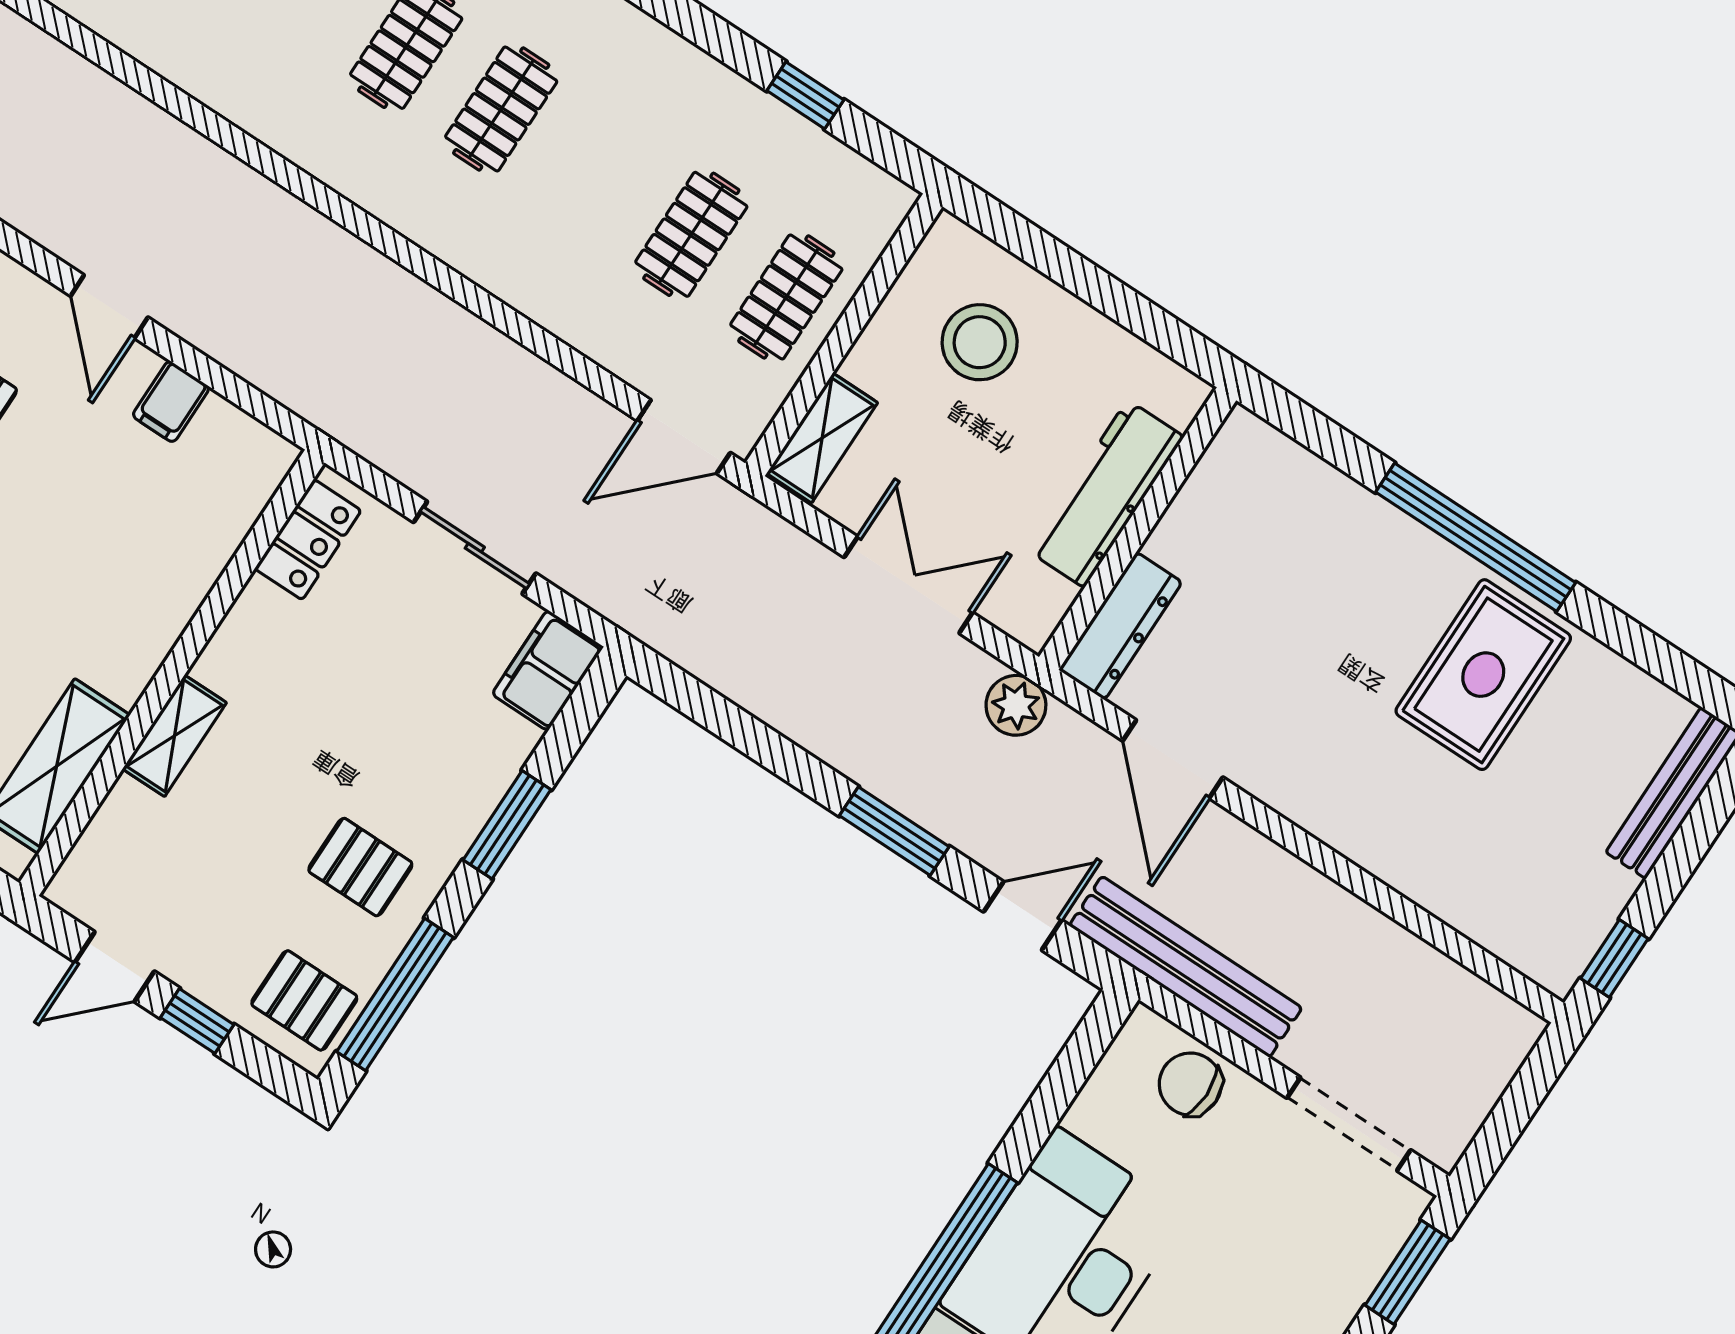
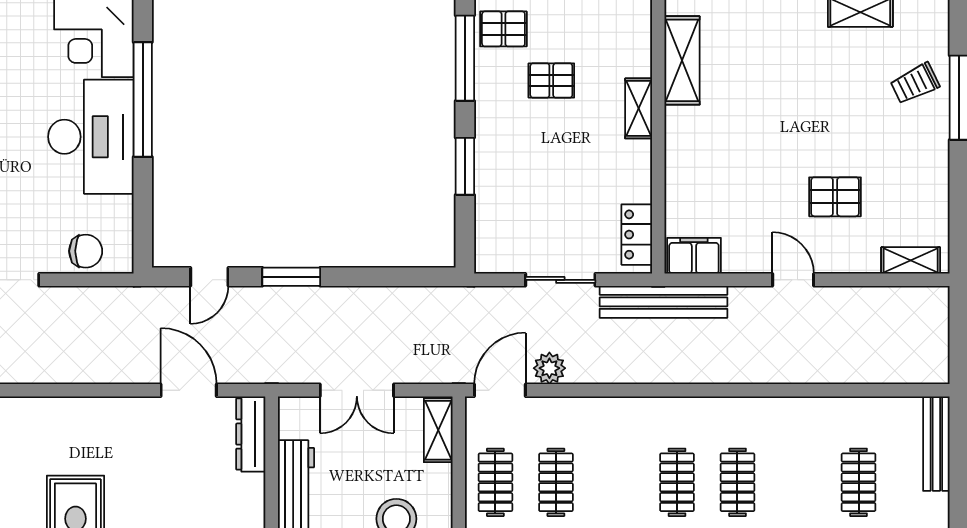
filing cabinet: (171, 402) -> (694, 256), moved, width x2.00
filing cabinet: (548, 670) -> (492, 247), removed
plant: (1016, 705) -> (549, 368), moved
pallet: (360, 867) -> (551, 81), moved
bench: (1186, 967) -> (664, 302), moved

